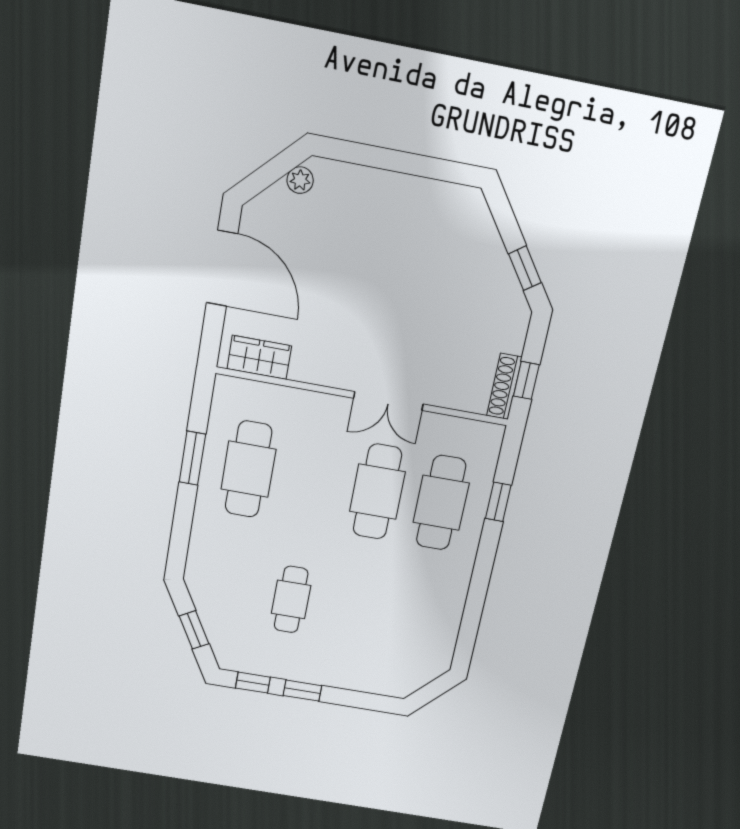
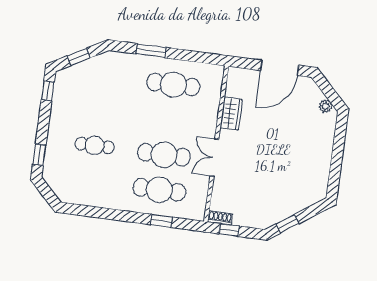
wardrobe: (259, 357) -> (231, 114), moved
shoe rack: (504, 386) -> (220, 218), width x0.70
window: (192, 458) -> (151, 51), moved
cafe table: (291, 600) -> (95, 145), moved
window: (302, 691) -> (39, 155), moved

